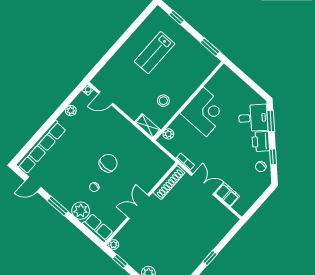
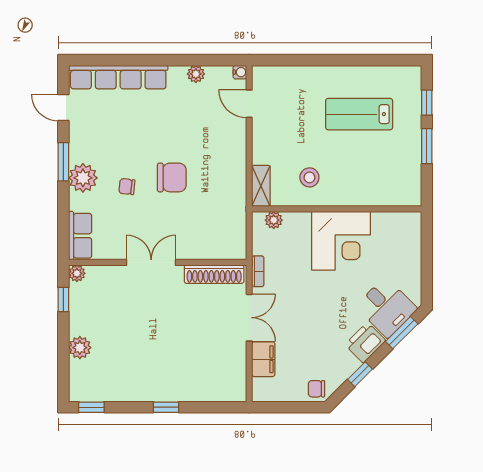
window: (210, 47) -> (427, 146), moved
chair: (261, 167) -> (316, 389), moved
plant: (81, 211) -> (83, 178), moved

